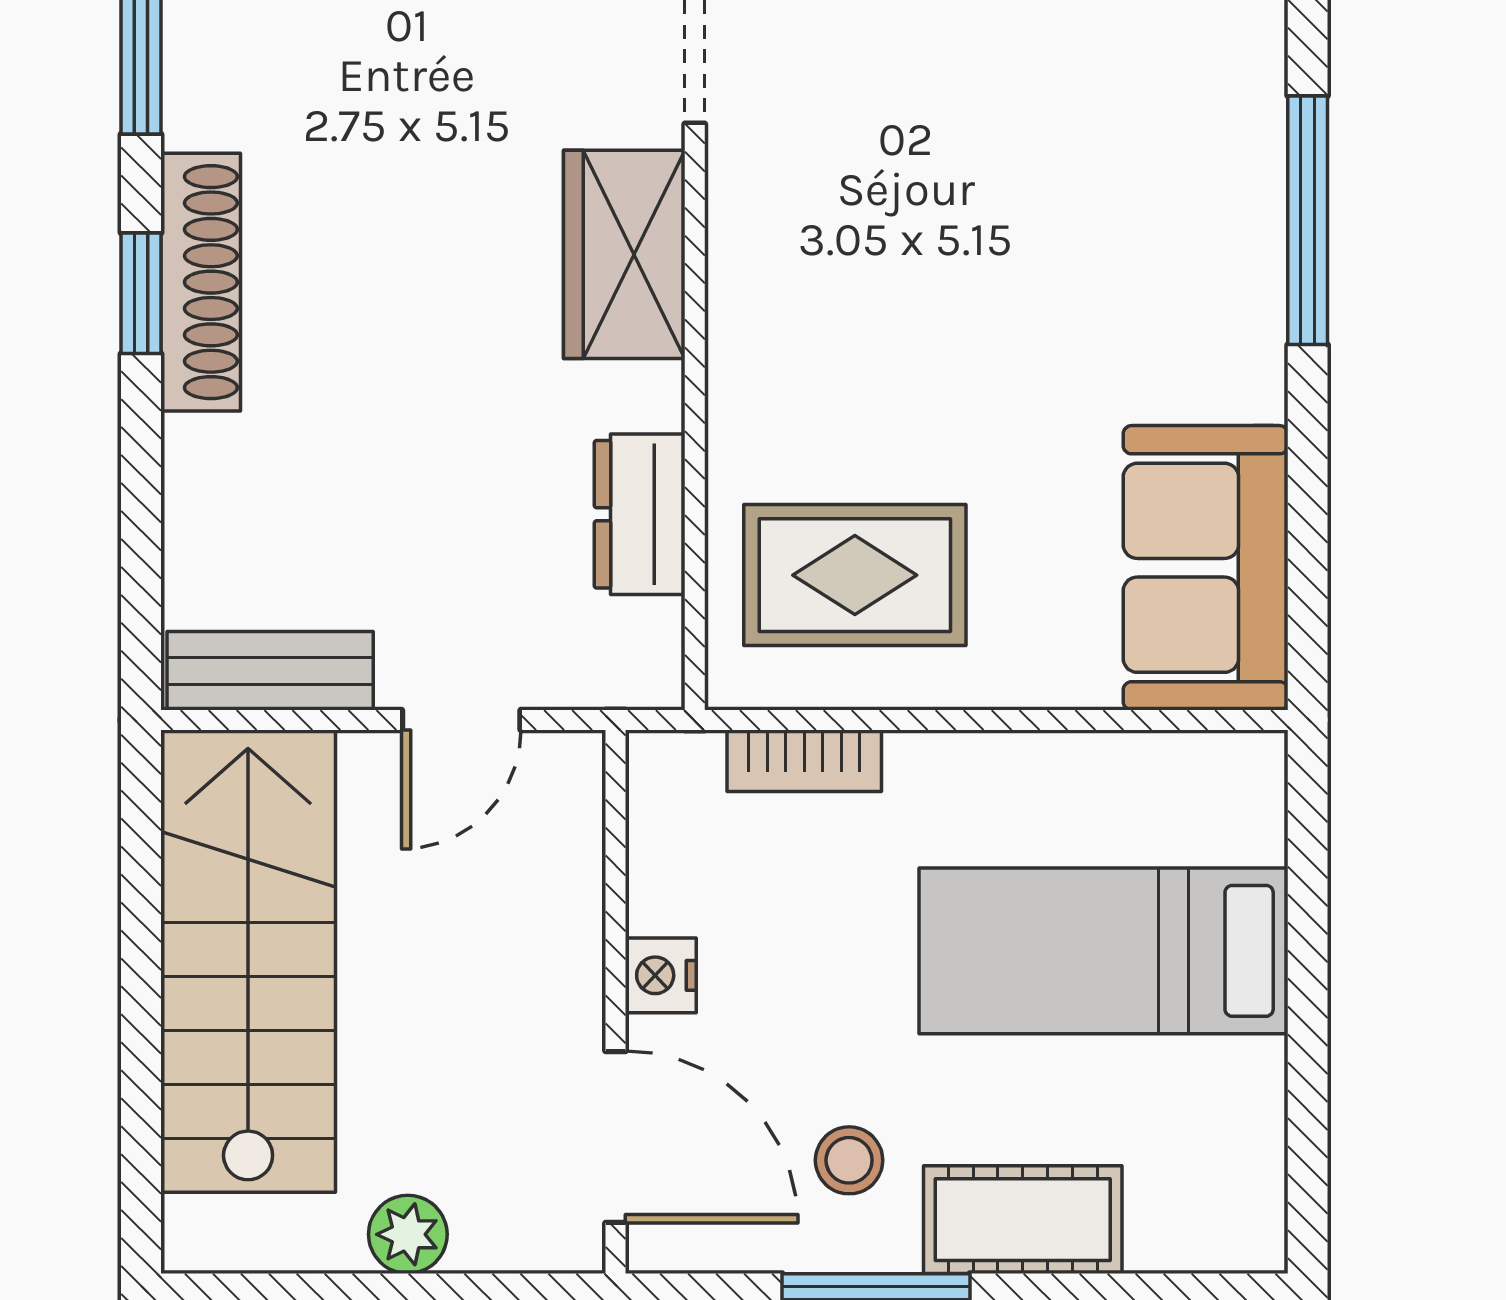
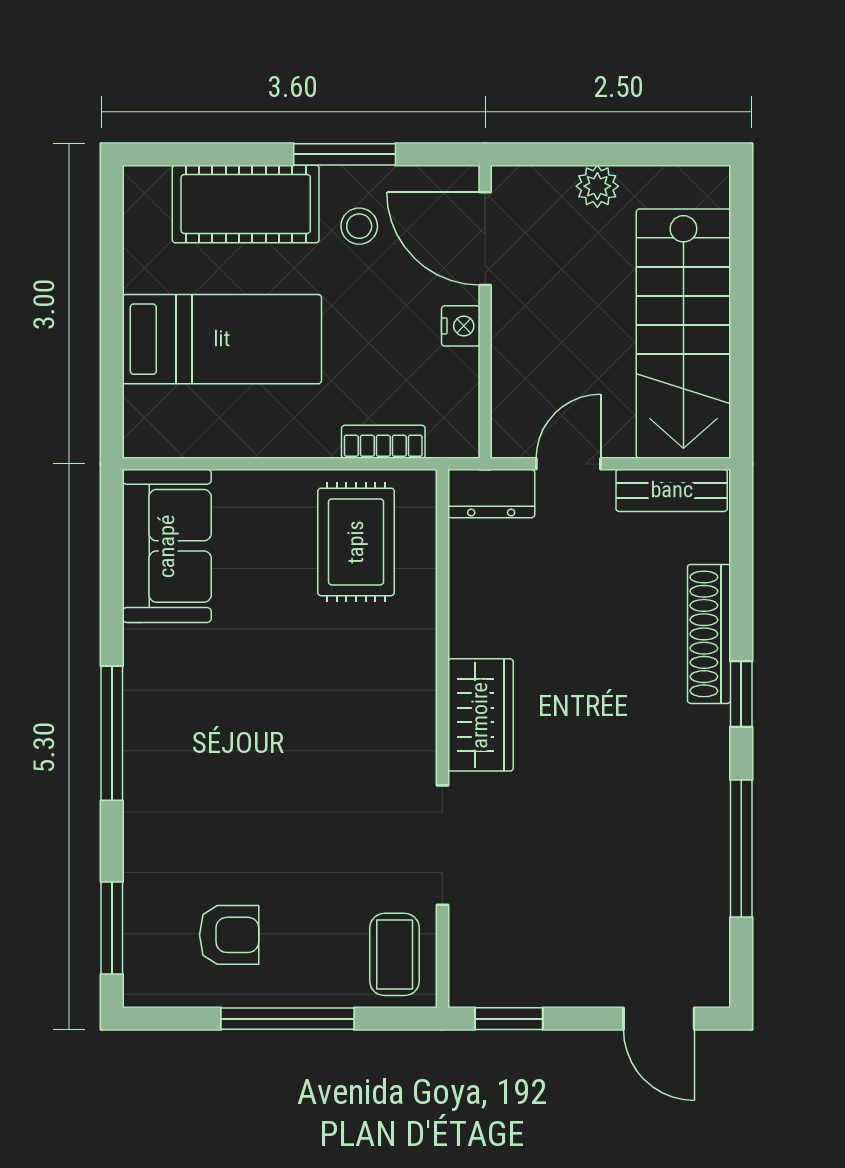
shoe rack: (201, 282) -> (709, 634), moved
dresser: (640, 514) -> (491, 493), moved, turned 90
rug: (855, 575) -> (356, 542), turned 90
cot: (1023, 1220) -> (246, 204), width x1.37, depth x1.34

